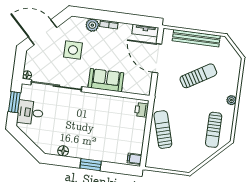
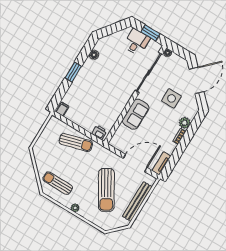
sun lounger: (198, 76) -> (106, 190), width x1.36, depth x1.34

